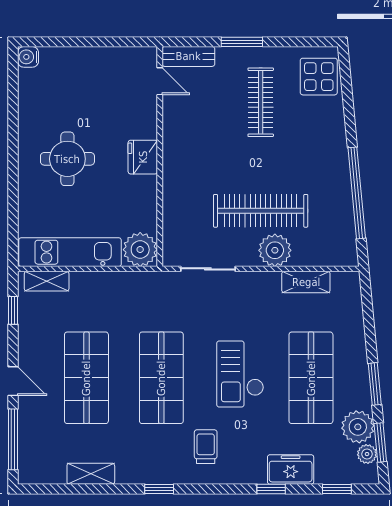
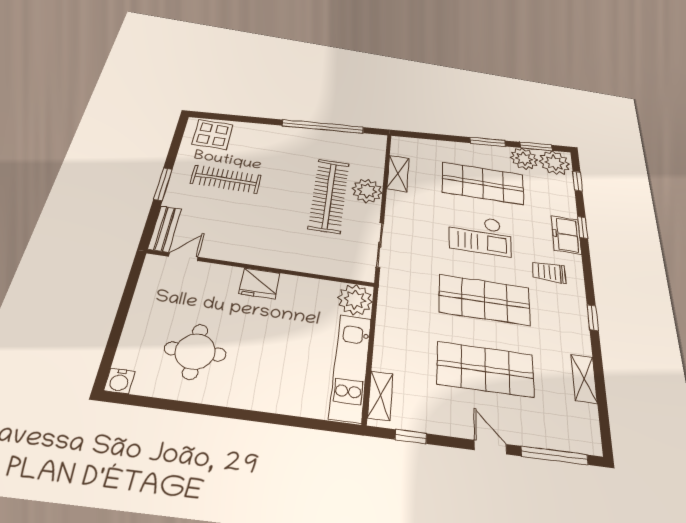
round table: (67, 159) -> (195, 351), moved
door: (13, 381) -> (490, 447), hinge flipped
plant: (367, 454) -> (554, 163), width x1.87, depth x1.87
freezer: (291, 469) -> (566, 235), moved

